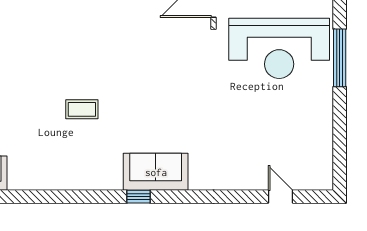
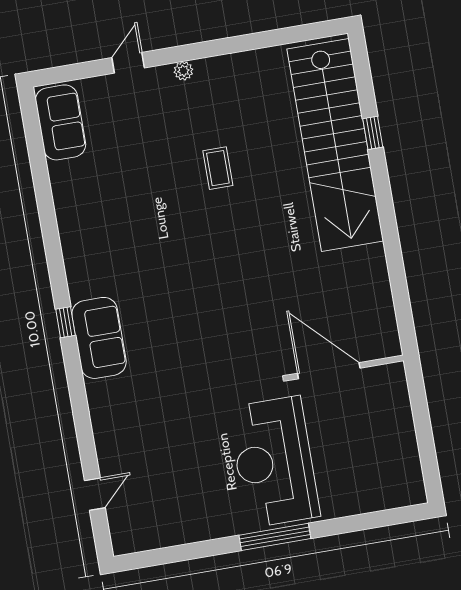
coffee table: (82, 109) -> (218, 168), moved

